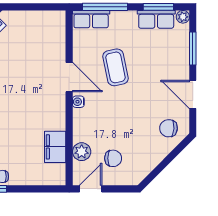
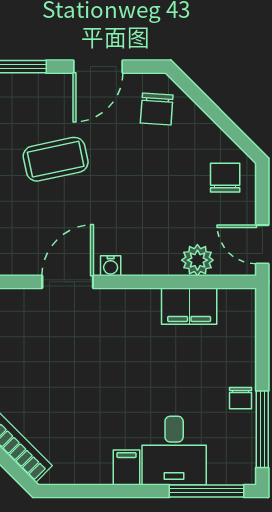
coffee table: (116, 67) -> (56, 159), moved
chair: (113, 158) -> (225, 178), moved

